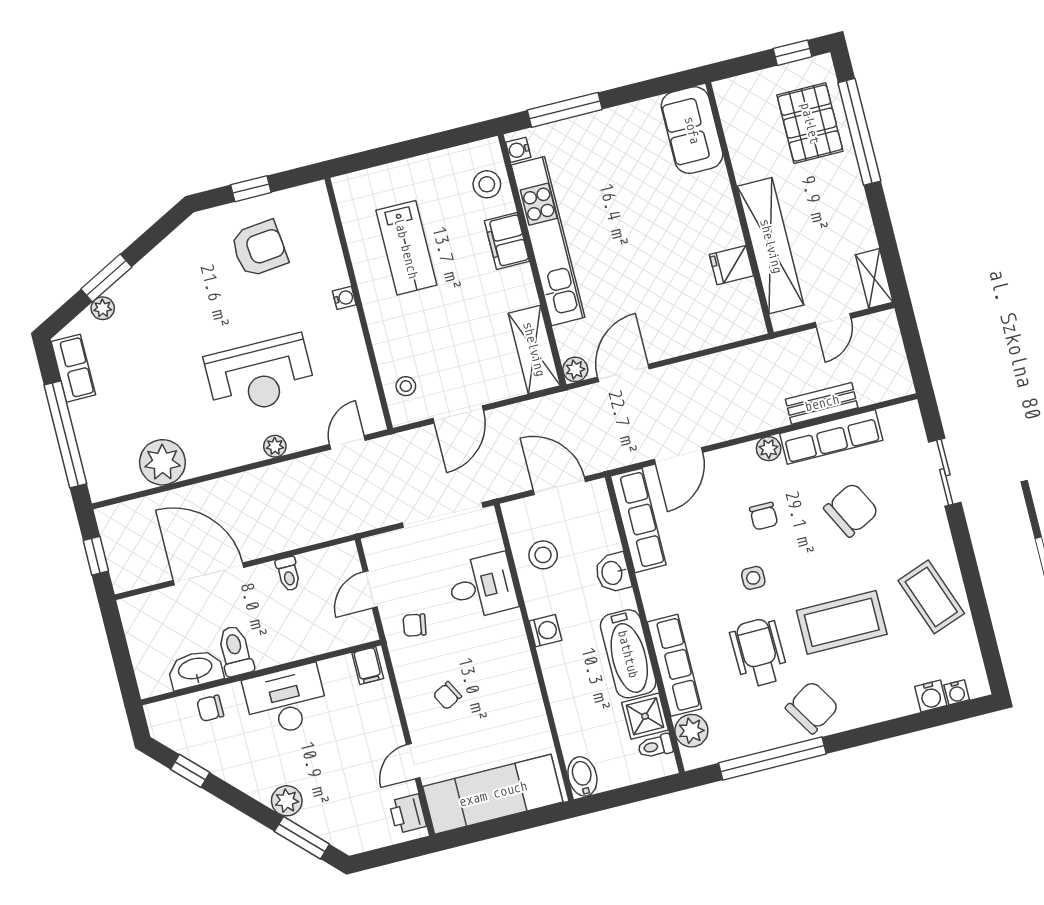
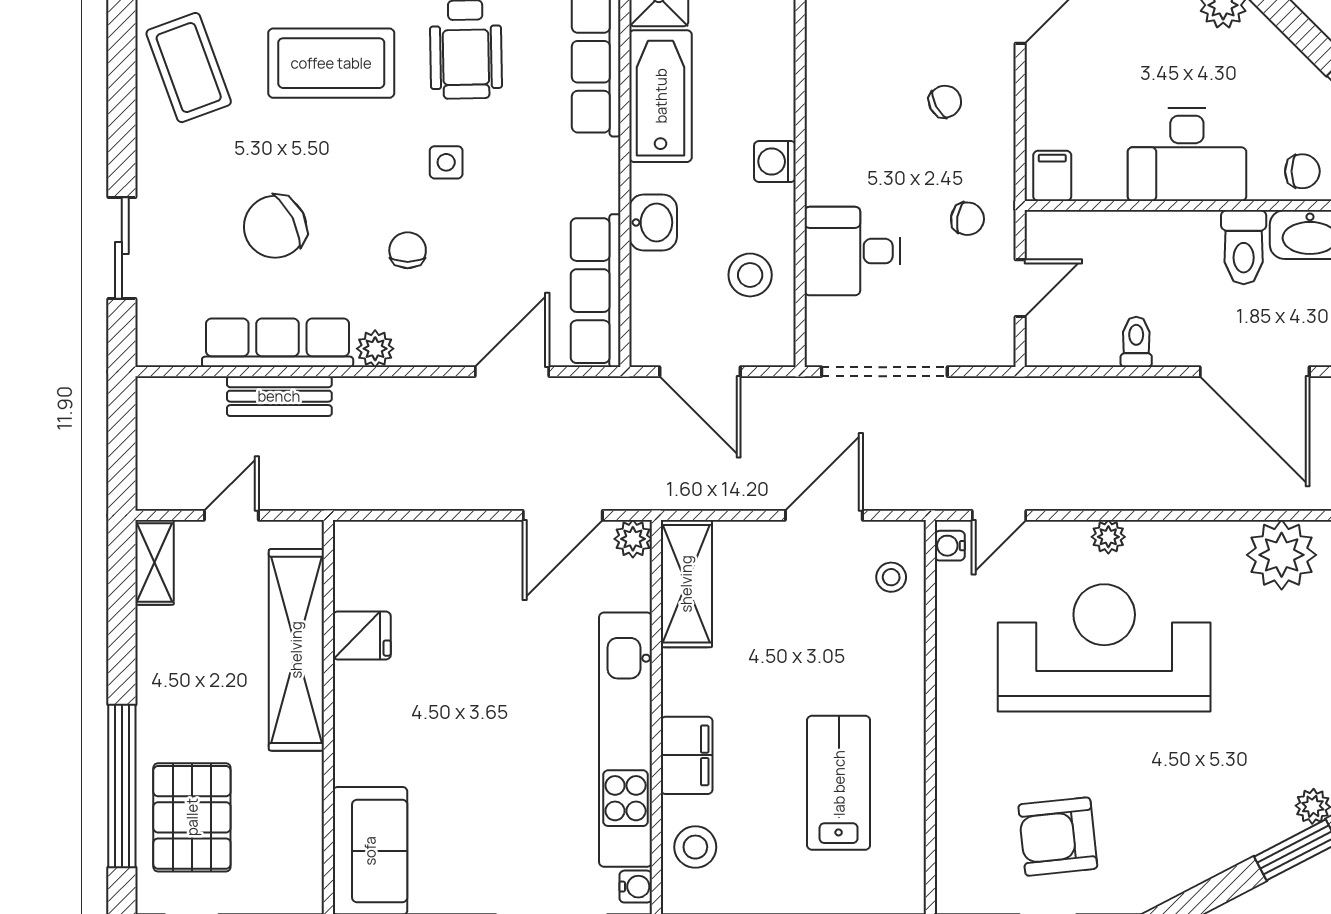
water cooler: (344, 298) -> (950, 546), moved
reception desk: (260, 375) -> (1104, 648), width x1.36, depth x1.30

